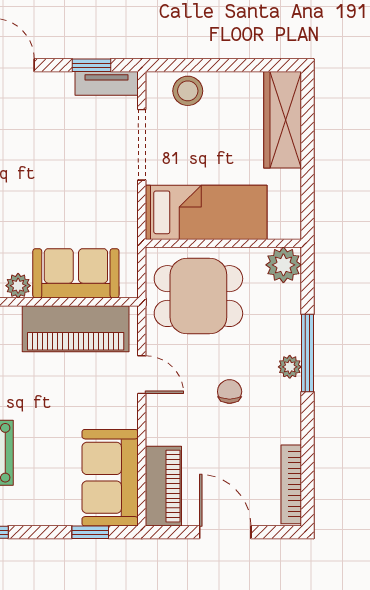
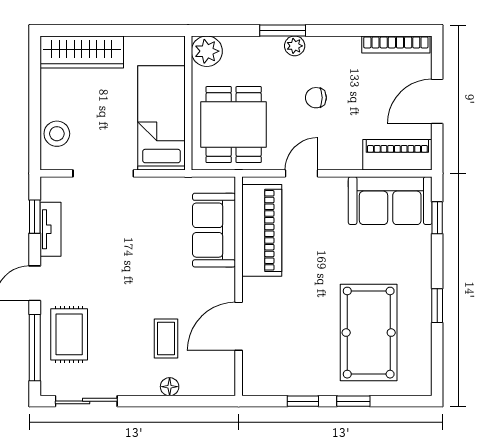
tv unit: (107, 83) -> (50, 229), moved
plant: (18, 286) -> (225, 280), removed
window: (308, 353) -> (283, 31), width x0.69

